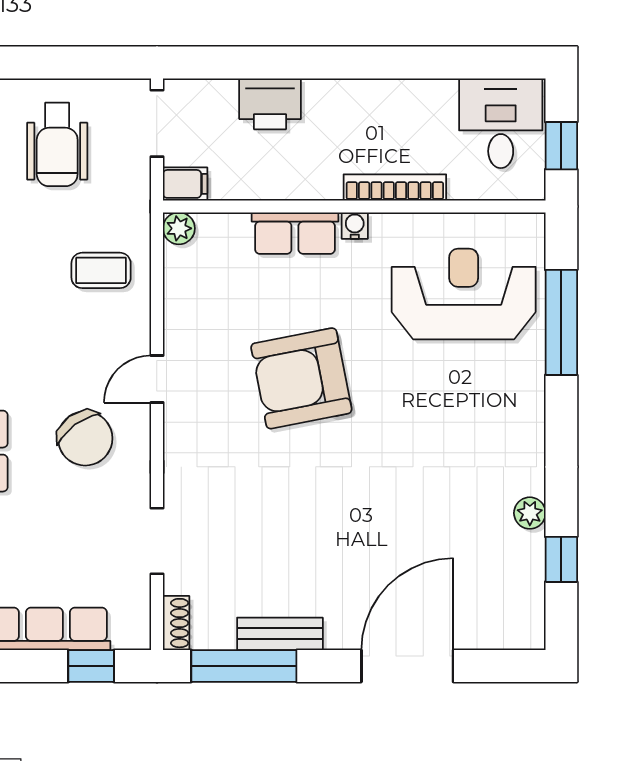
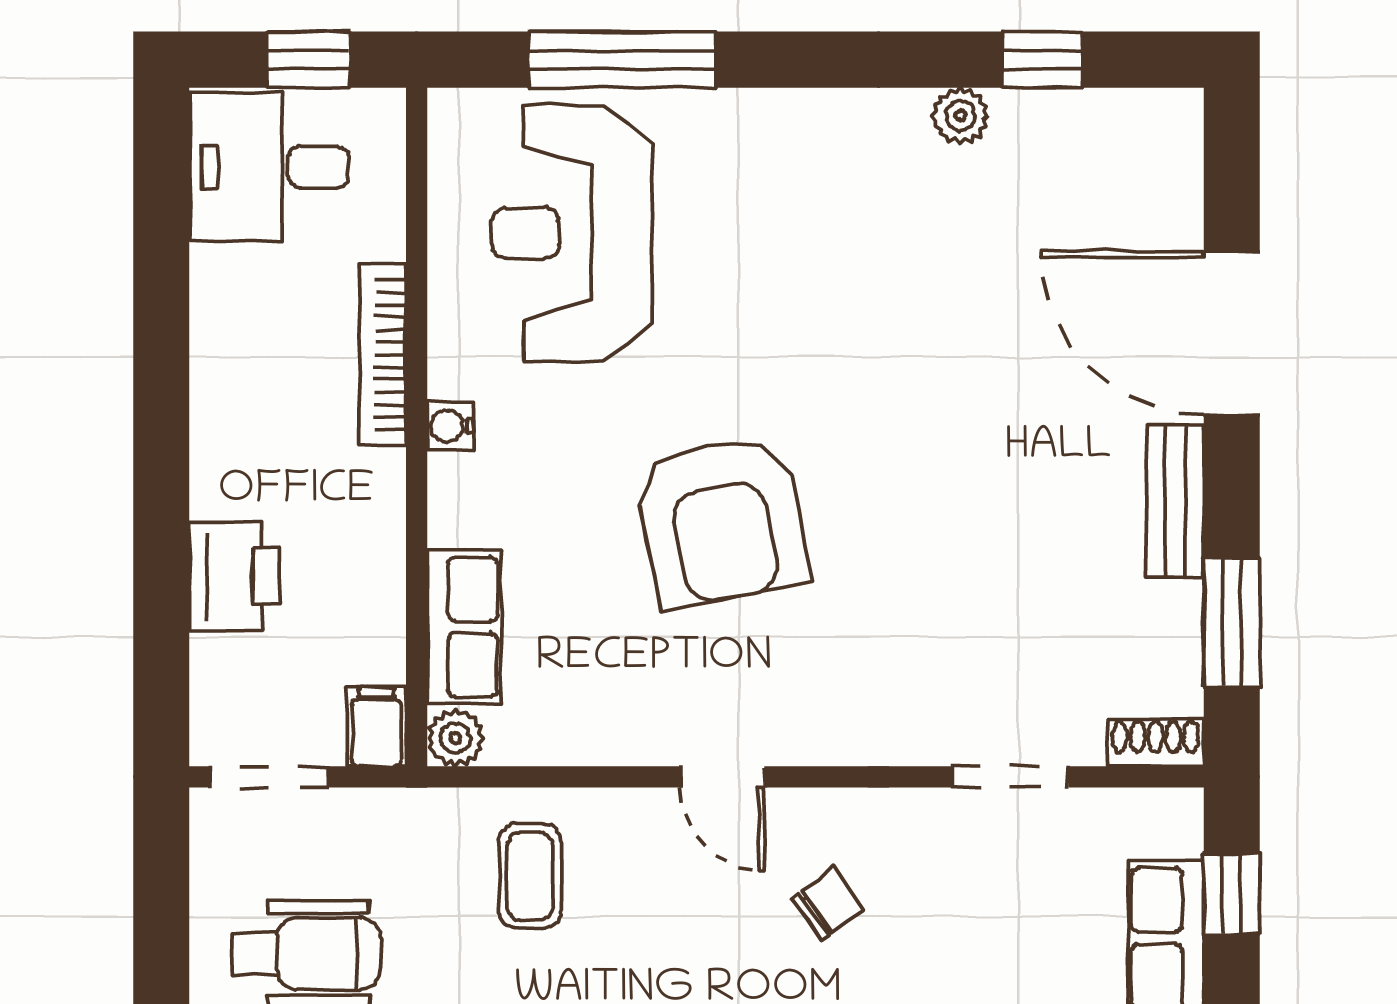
row of seats: (295, 233) -> (464, 627), moved
chair: (85, 438) -> (828, 904), width x0.54, depth x0.54
bench: (280, 634) -> (1175, 501), moved
window: (244, 666) -> (1232, 623), width x0.69

